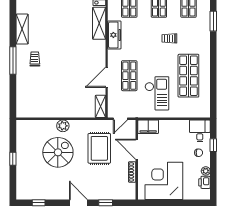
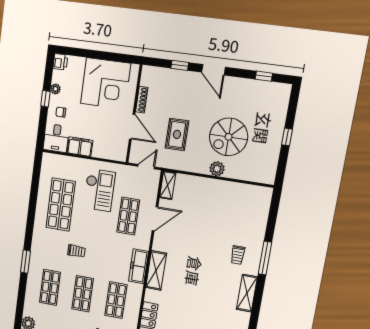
shelving: (99, 23) -> (156, 270), moved
checkout: (157, 93) -> (99, 190), turned 180
filing cabinet: (148, 127) -> (80, 147), moved
window: (213, 145) -> (45, 99), moved
rug: (99, 148) -> (177, 134), width x0.73, depth x0.70
printer: (204, 182) -> (60, 62), moved

